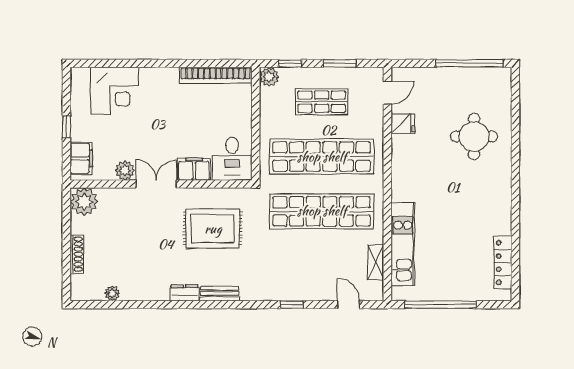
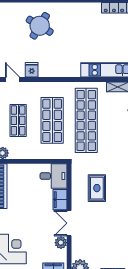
round table: (474, 136) -> (40, 26), turned 31
shop shelf: (322, 157) -> (52, 120), width x0.71
rug: (213, 229) -> (97, 188), width x0.73, depth x0.70

